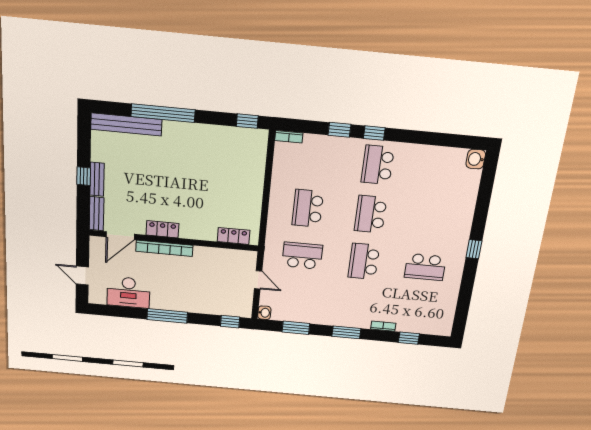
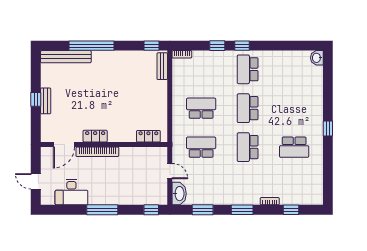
school desk: (308, 208) -> (201, 108), turned 90
bench: (97, 214) -> (162, 66), moved
washbasin: (264, 313) -> (179, 194), width x1.91, depth x1.45

